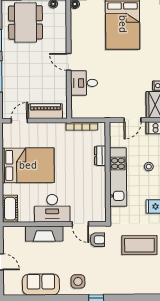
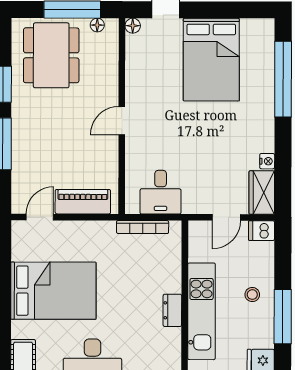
door: (69, 62) -> (122, 121), hinge flipped
desk: (84, 83) -> (161, 192), moved, turned -90
dresser: (100, 156) -> (172, 310), moved

